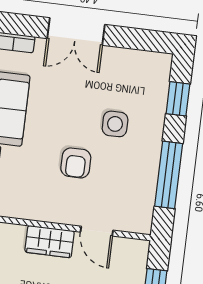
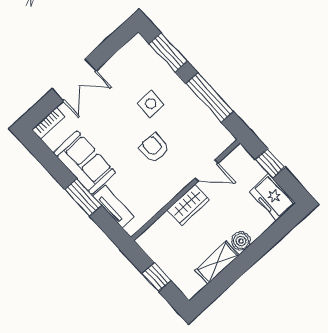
window: (178, 99) -> (168, 52), width x1.50
armchair: (76, 163) -> (154, 148), turned 180

